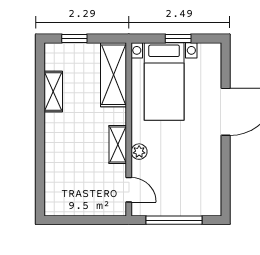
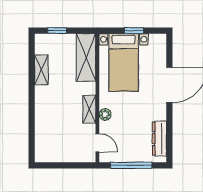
dresser: (212, 184) -> (159, 139), added

